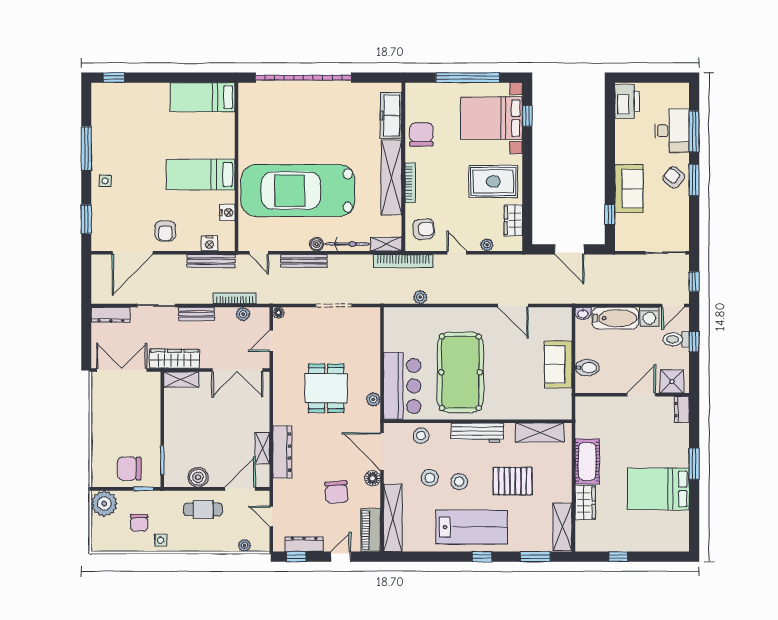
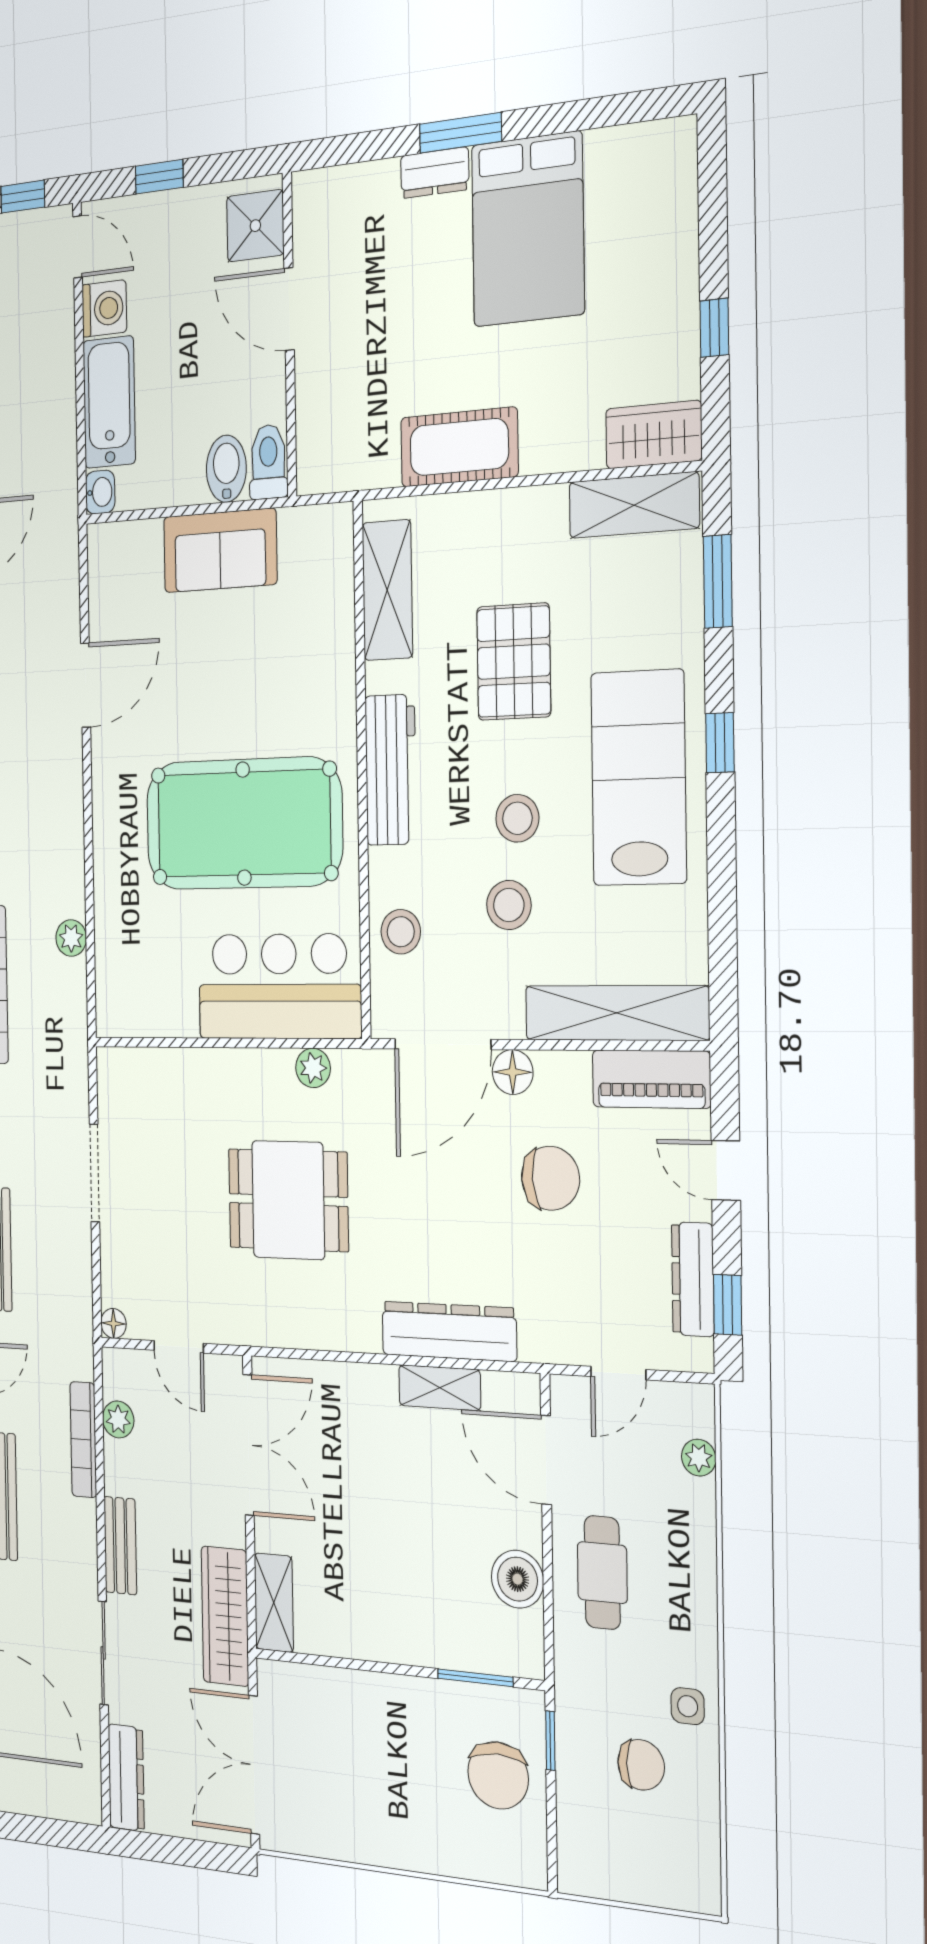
toilet: (676, 339) -> (268, 462), moved, turned 180
dresser: (682, 410) -> (435, 173), moved
wardrobe: (585, 503) -> (654, 435), moved
plant: (104, 504) -> (591, 1860), removed

